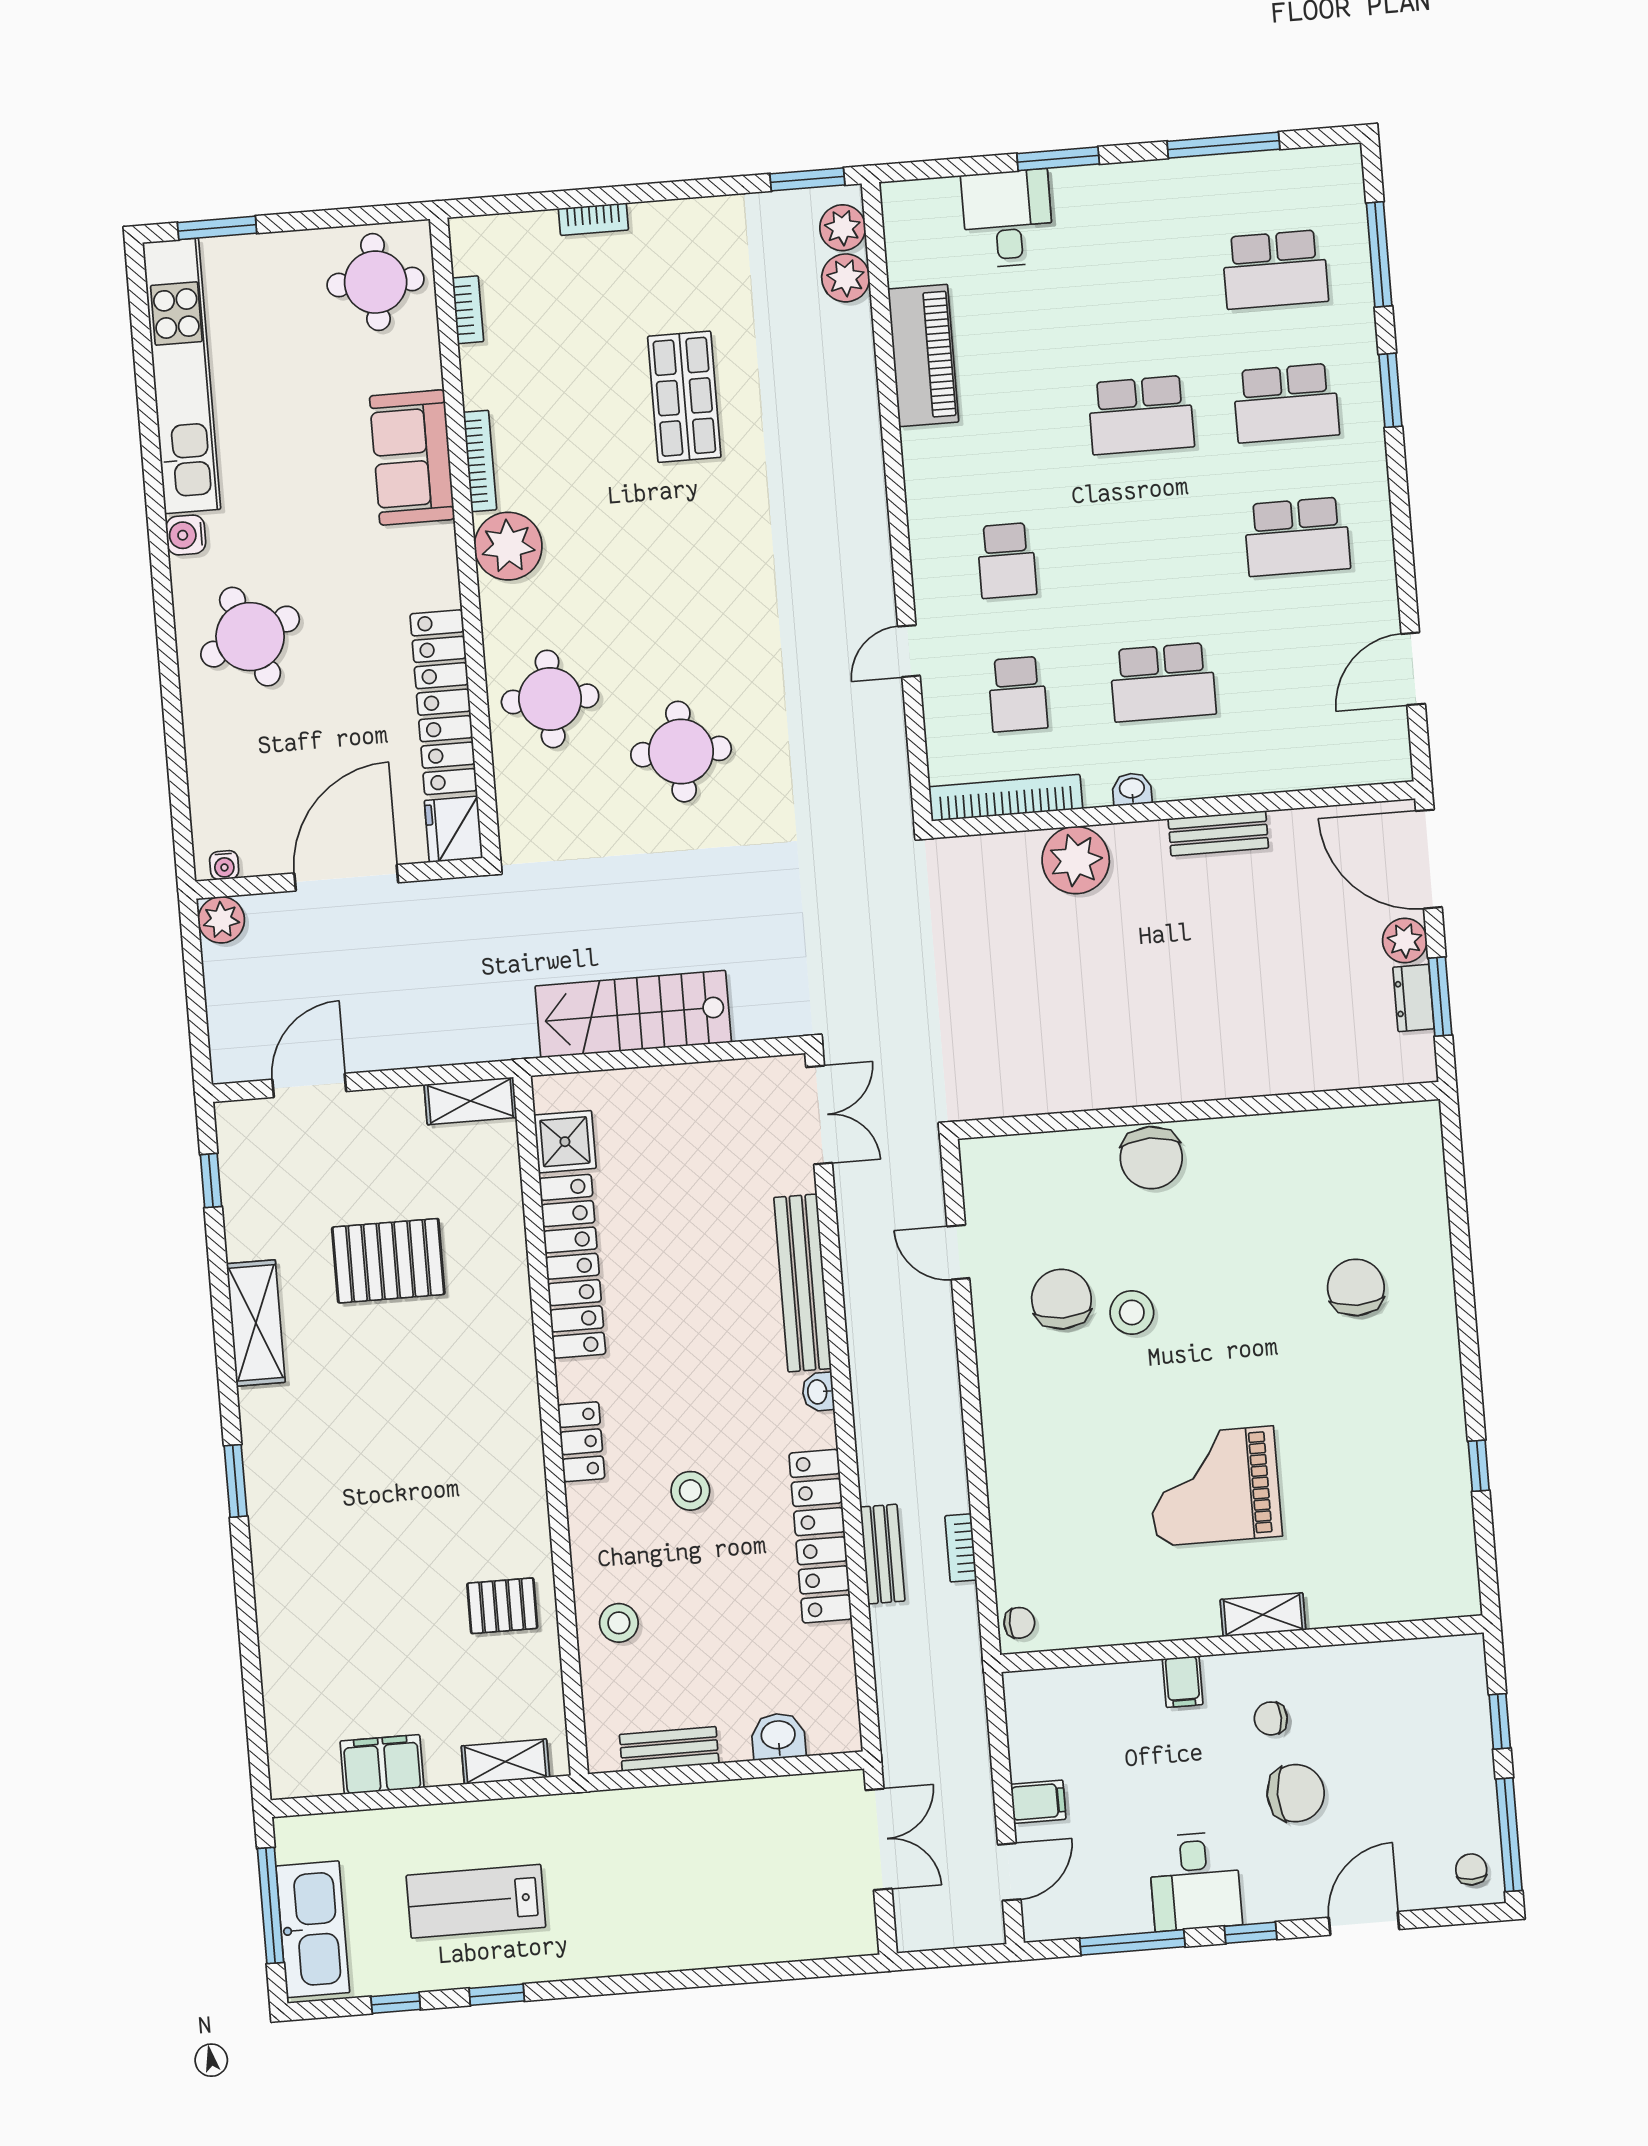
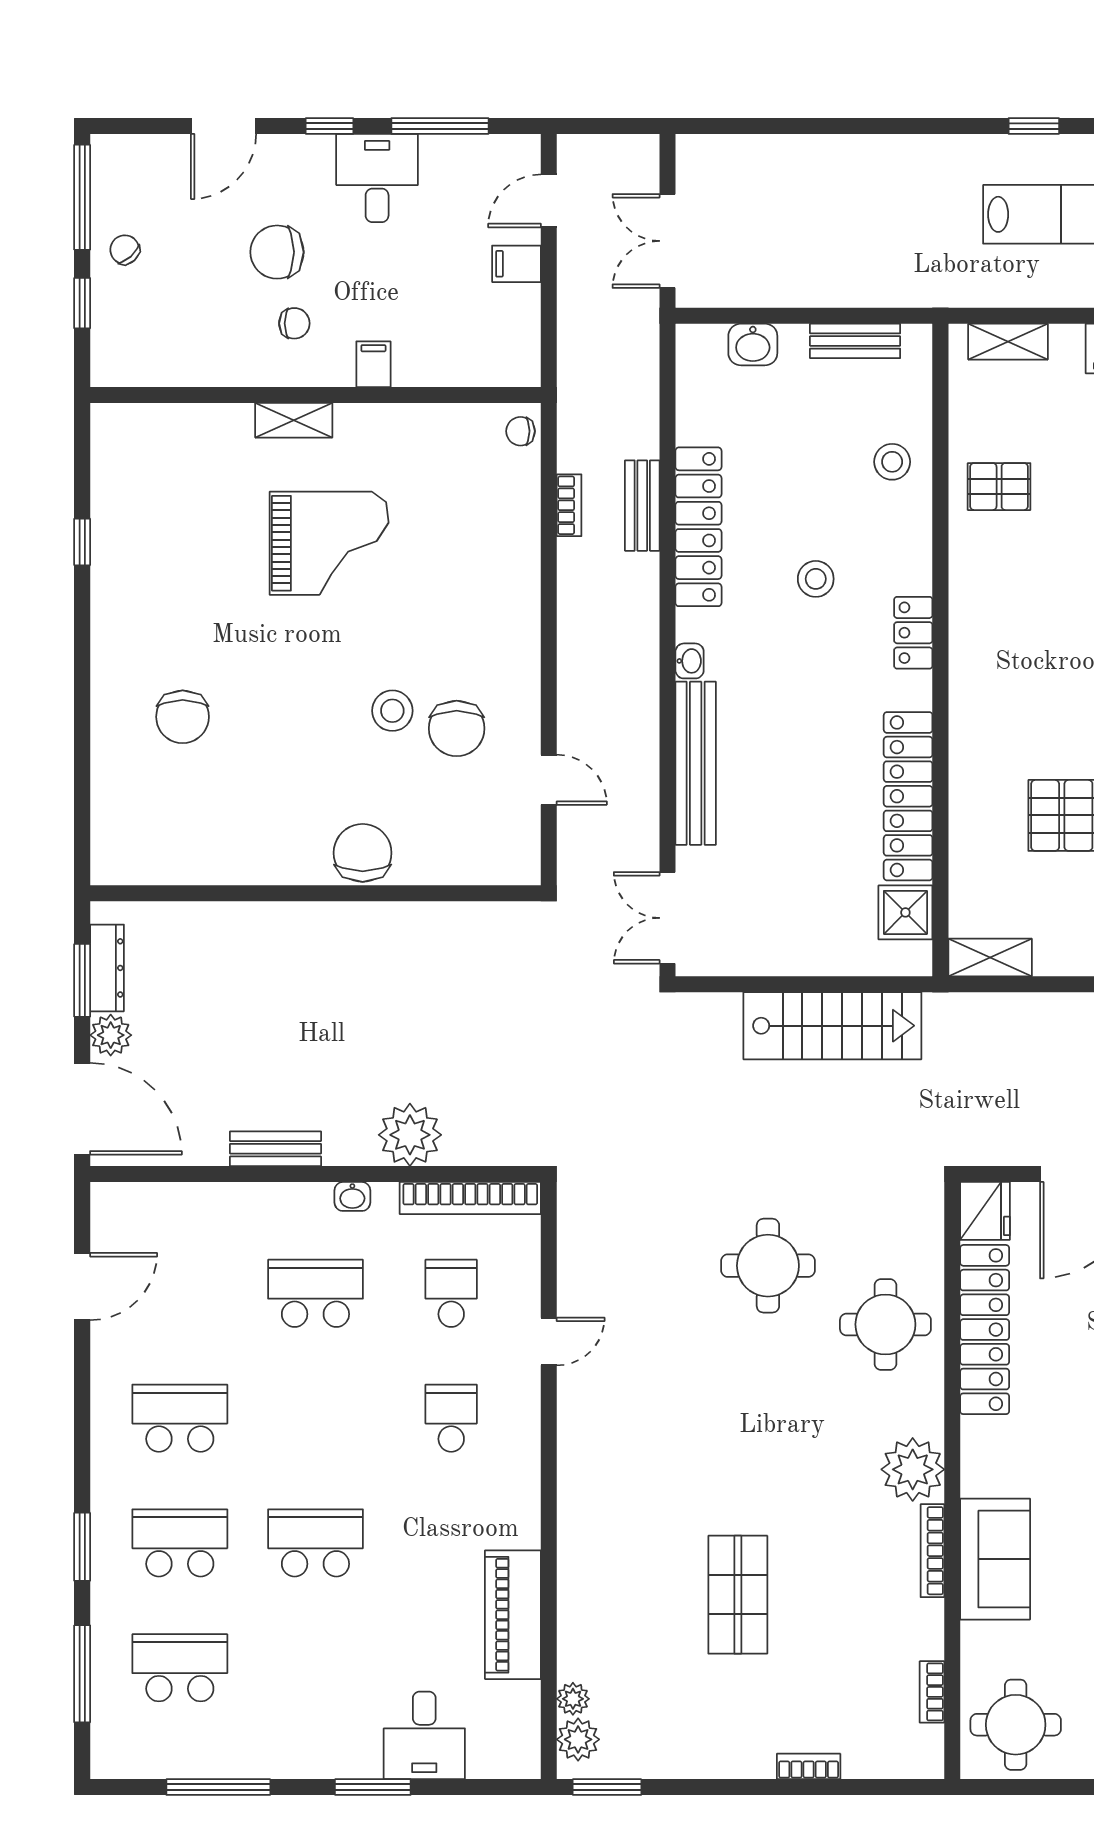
plant: (846, 278) -> (573, 1699), width x0.73, depth x0.73
dresser: (1413, 998) -> (107, 968), width x1.44
chair: (1471, 1869) -> (125, 250), moved, turned 138

